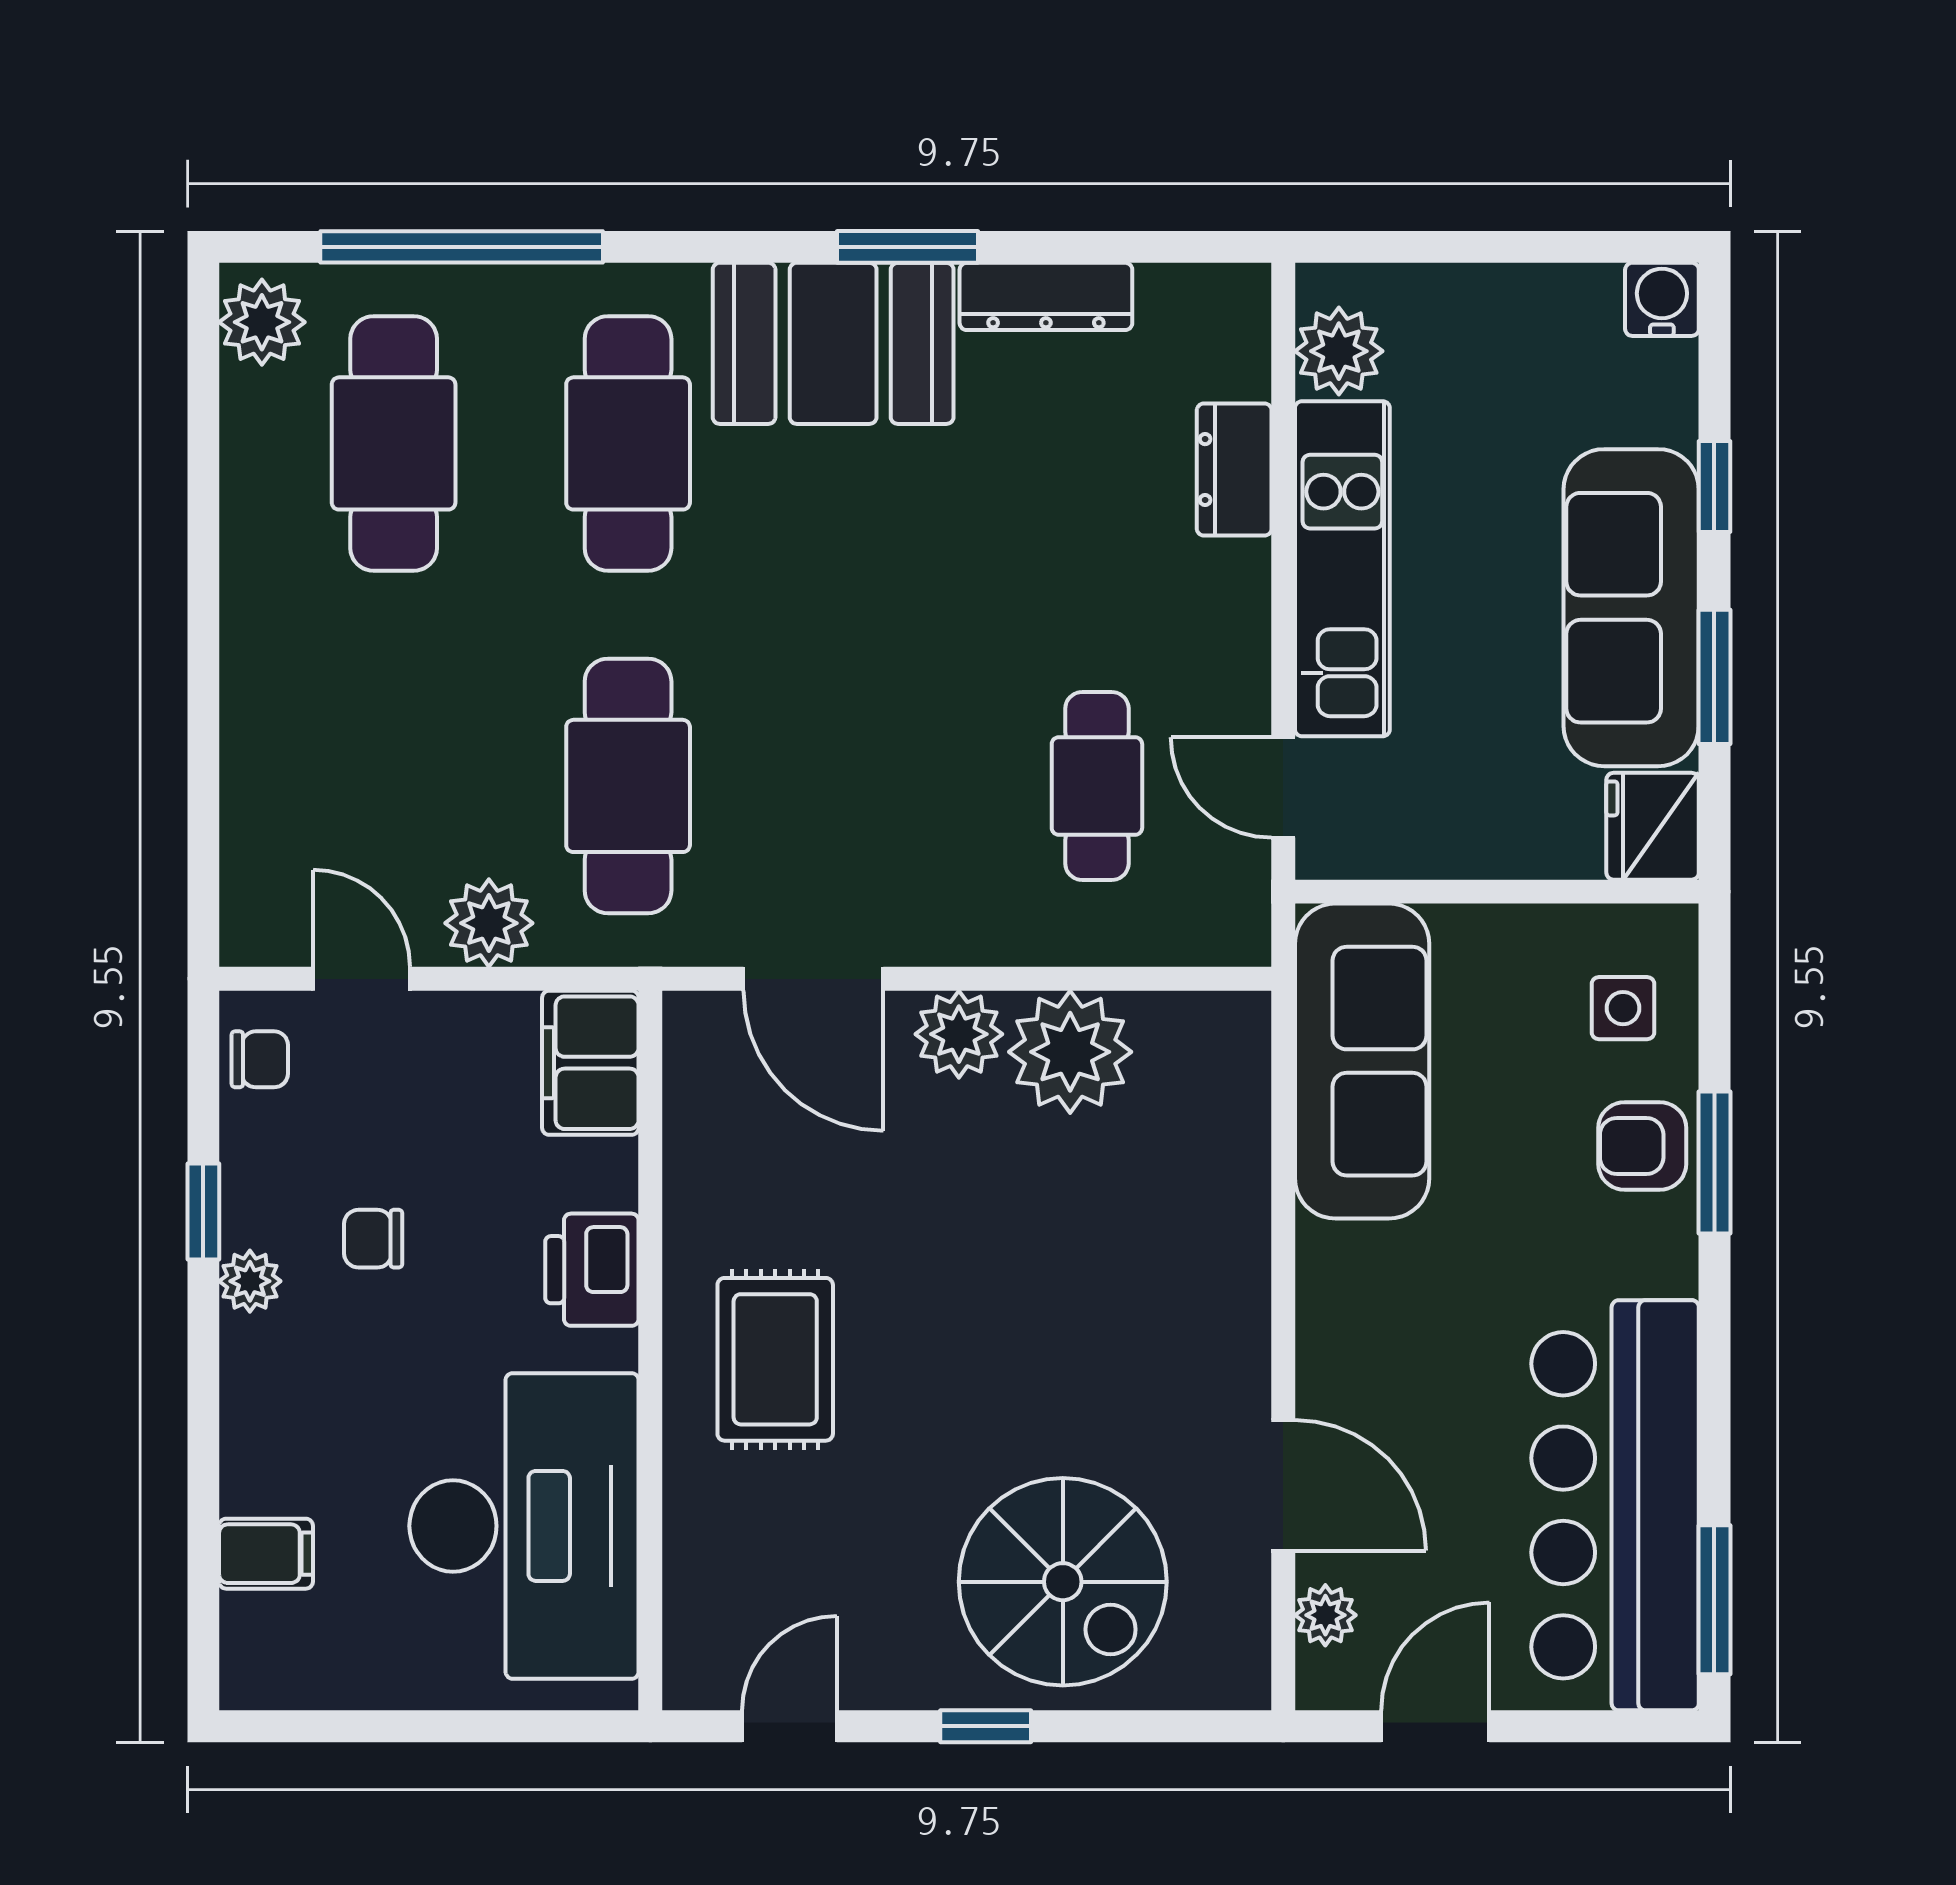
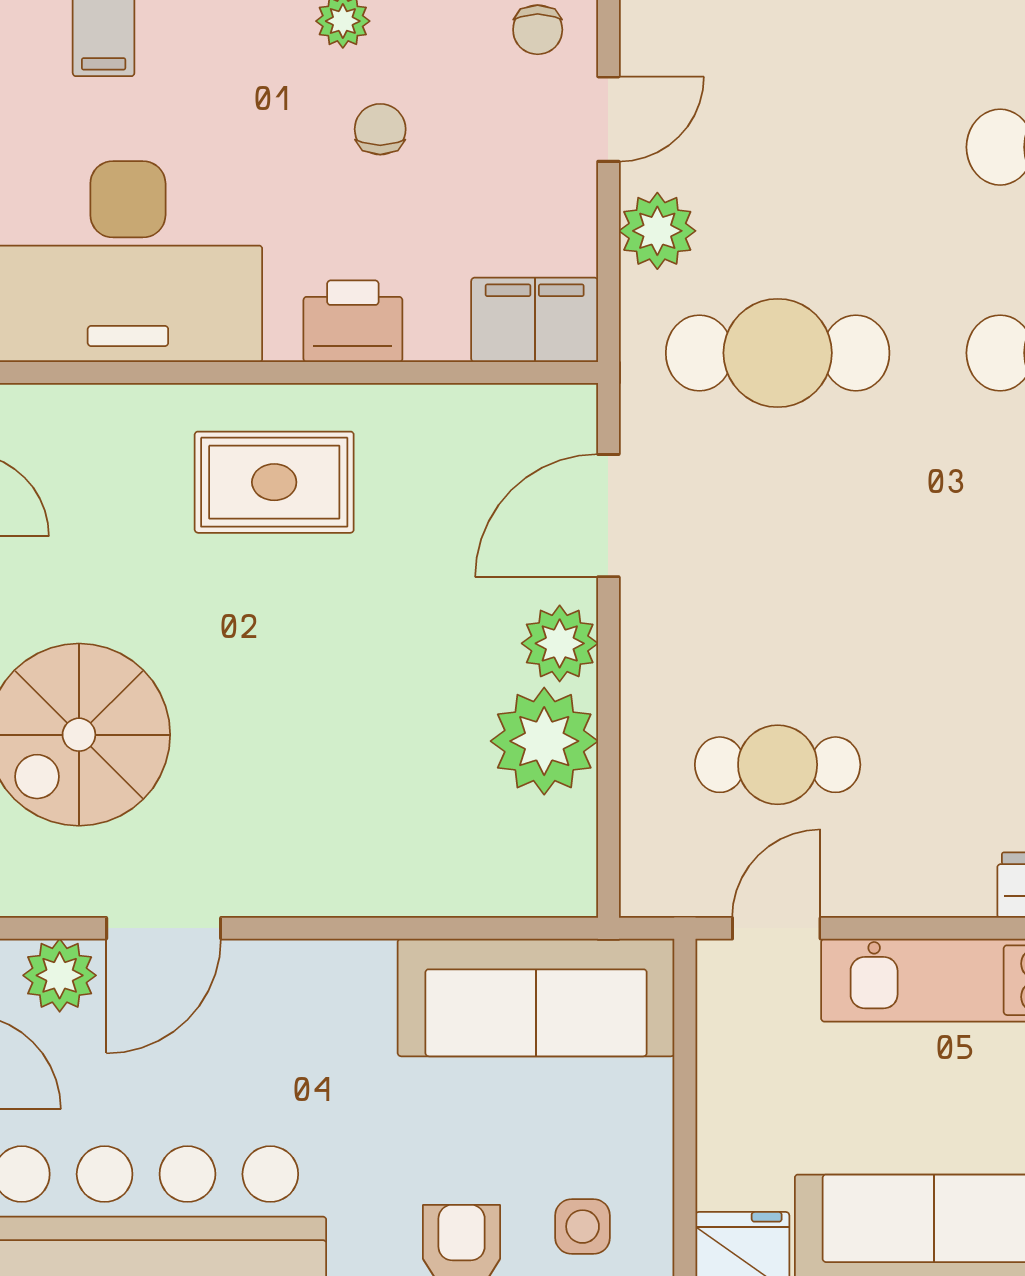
plant: (1325, 1615) -> (60, 975), width x1.38, depth x1.38

